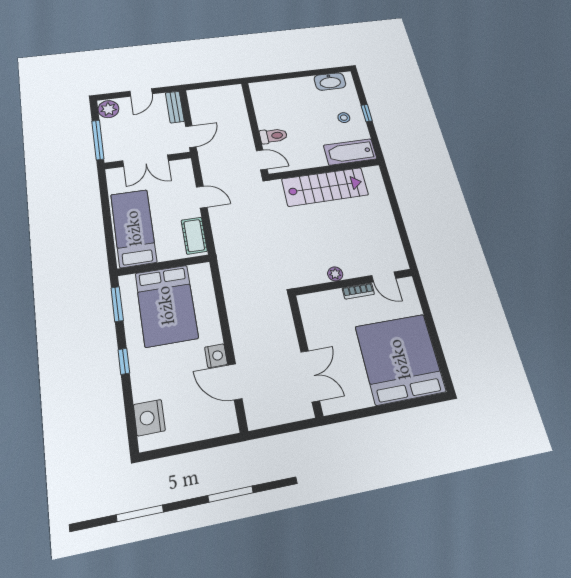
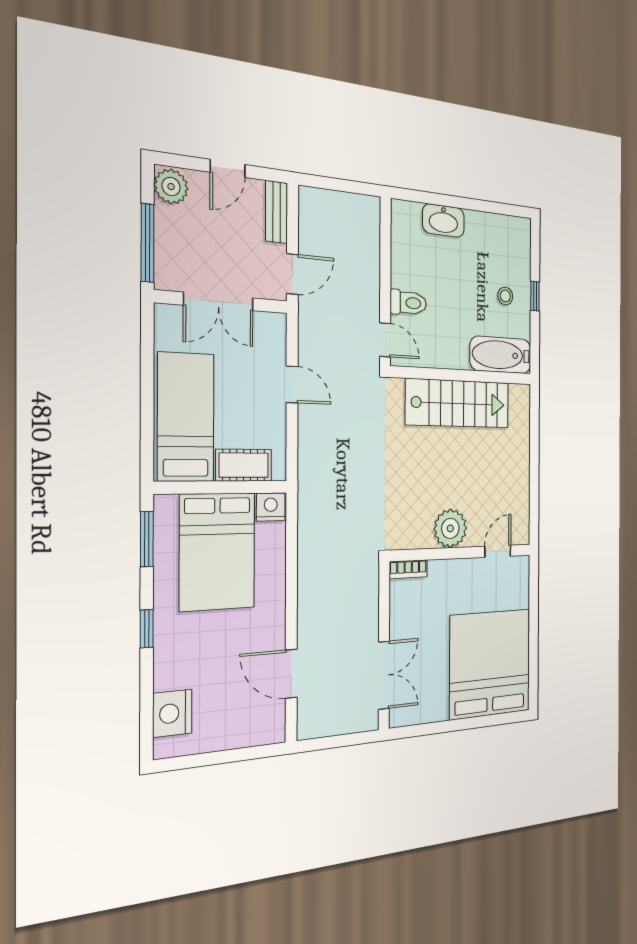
washbasin: (330, 81) -> (443, 221), moved
cot: (194, 236) -> (244, 465), moved, turned 90
plant: (335, 274) -> (450, 528), width x1.87, depth x1.87
door: (384, 277) -> (498, 551), swing flipped
bookcase: (358, 291) -> (408, 569), moved
nightstand: (216, 356) -> (271, 507), moved, turned -90

